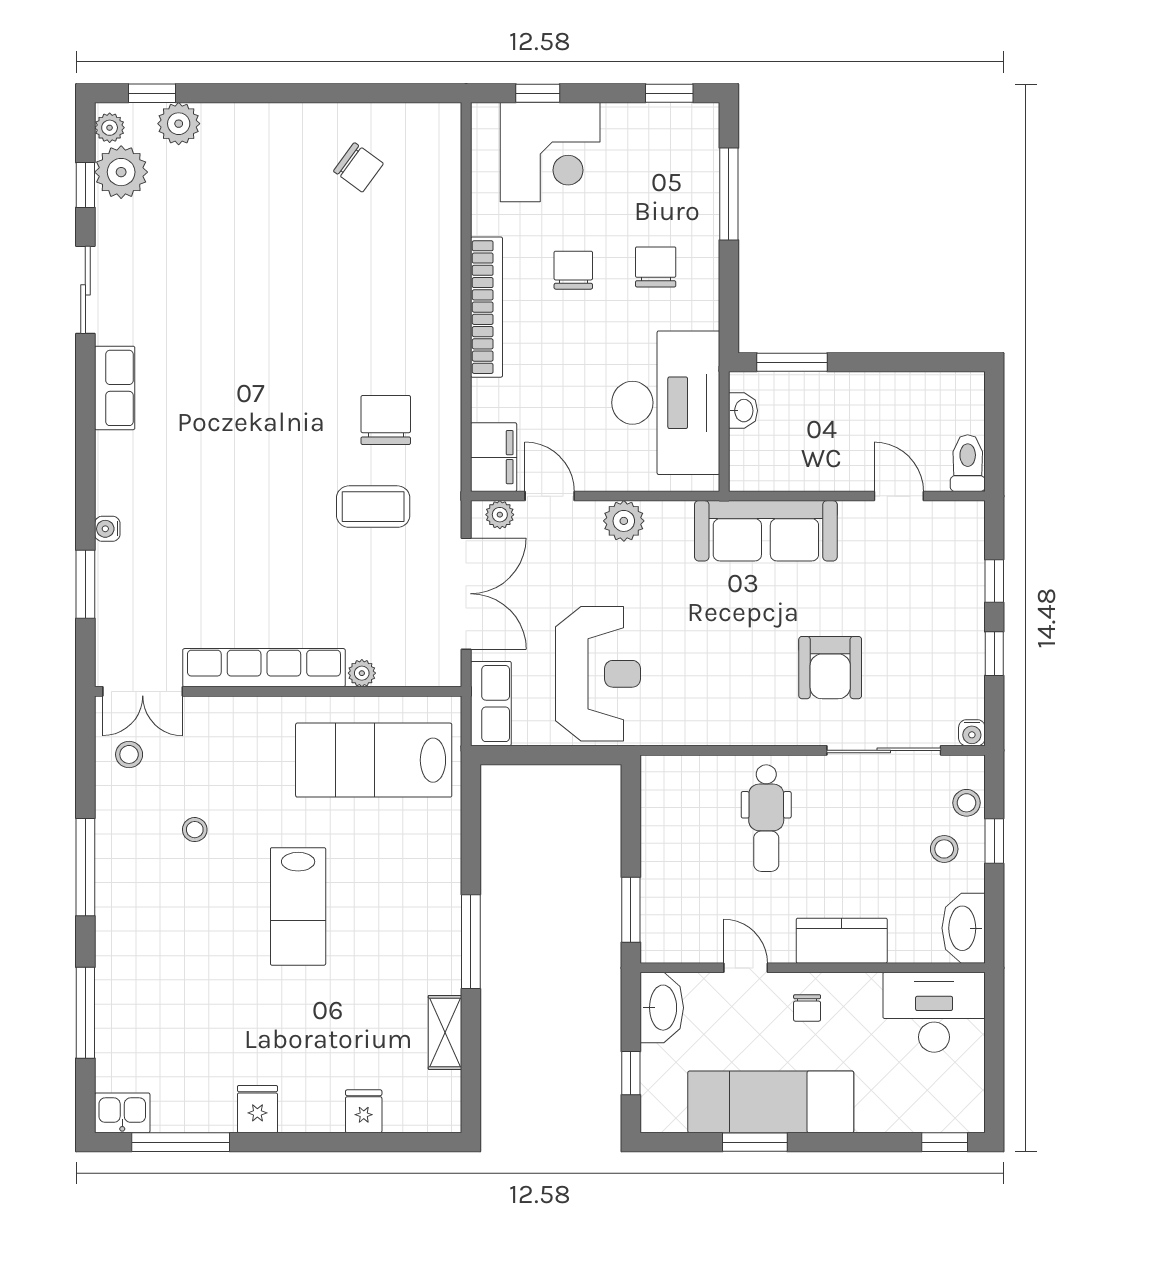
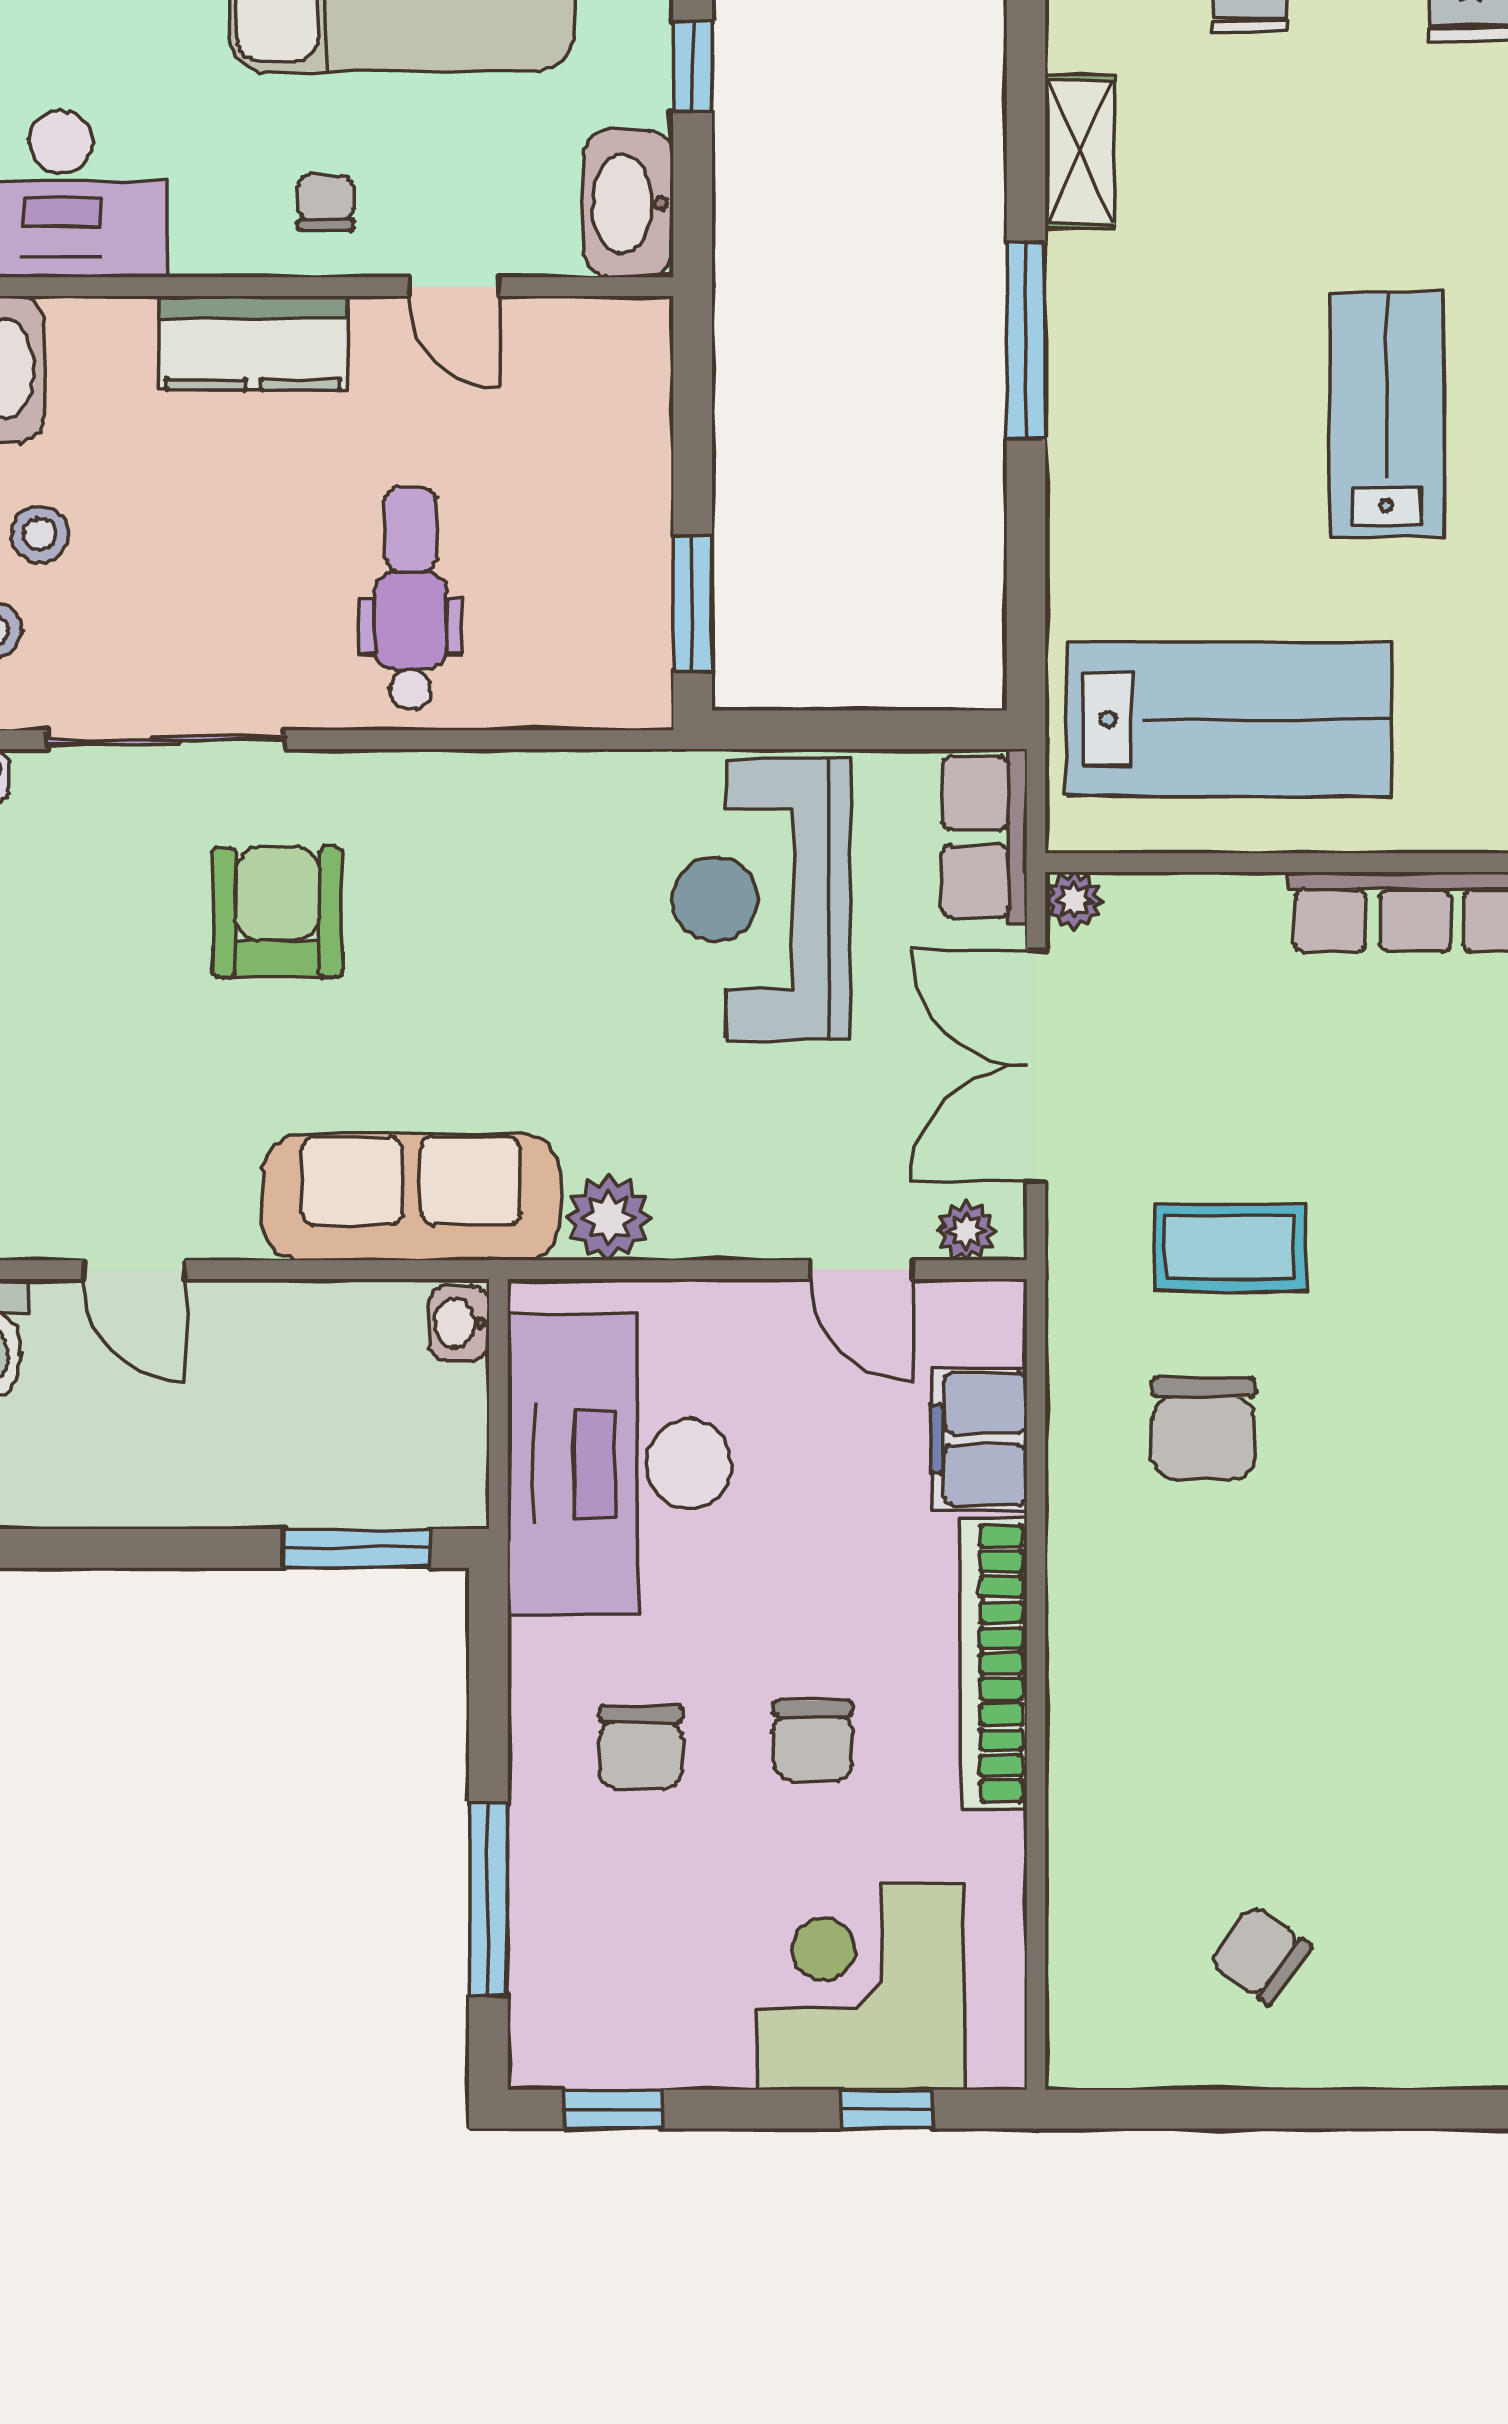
washbasin: (743, 411) -> (459, 1323), moved
filing cabinet: (494, 457) -> (979, 1439), moved
plant: (624, 521) -> (609, 1218), moved
plant: (362, 673) -> (1074, 901), moved
window: (631, 910) -> (693, 604), moved

